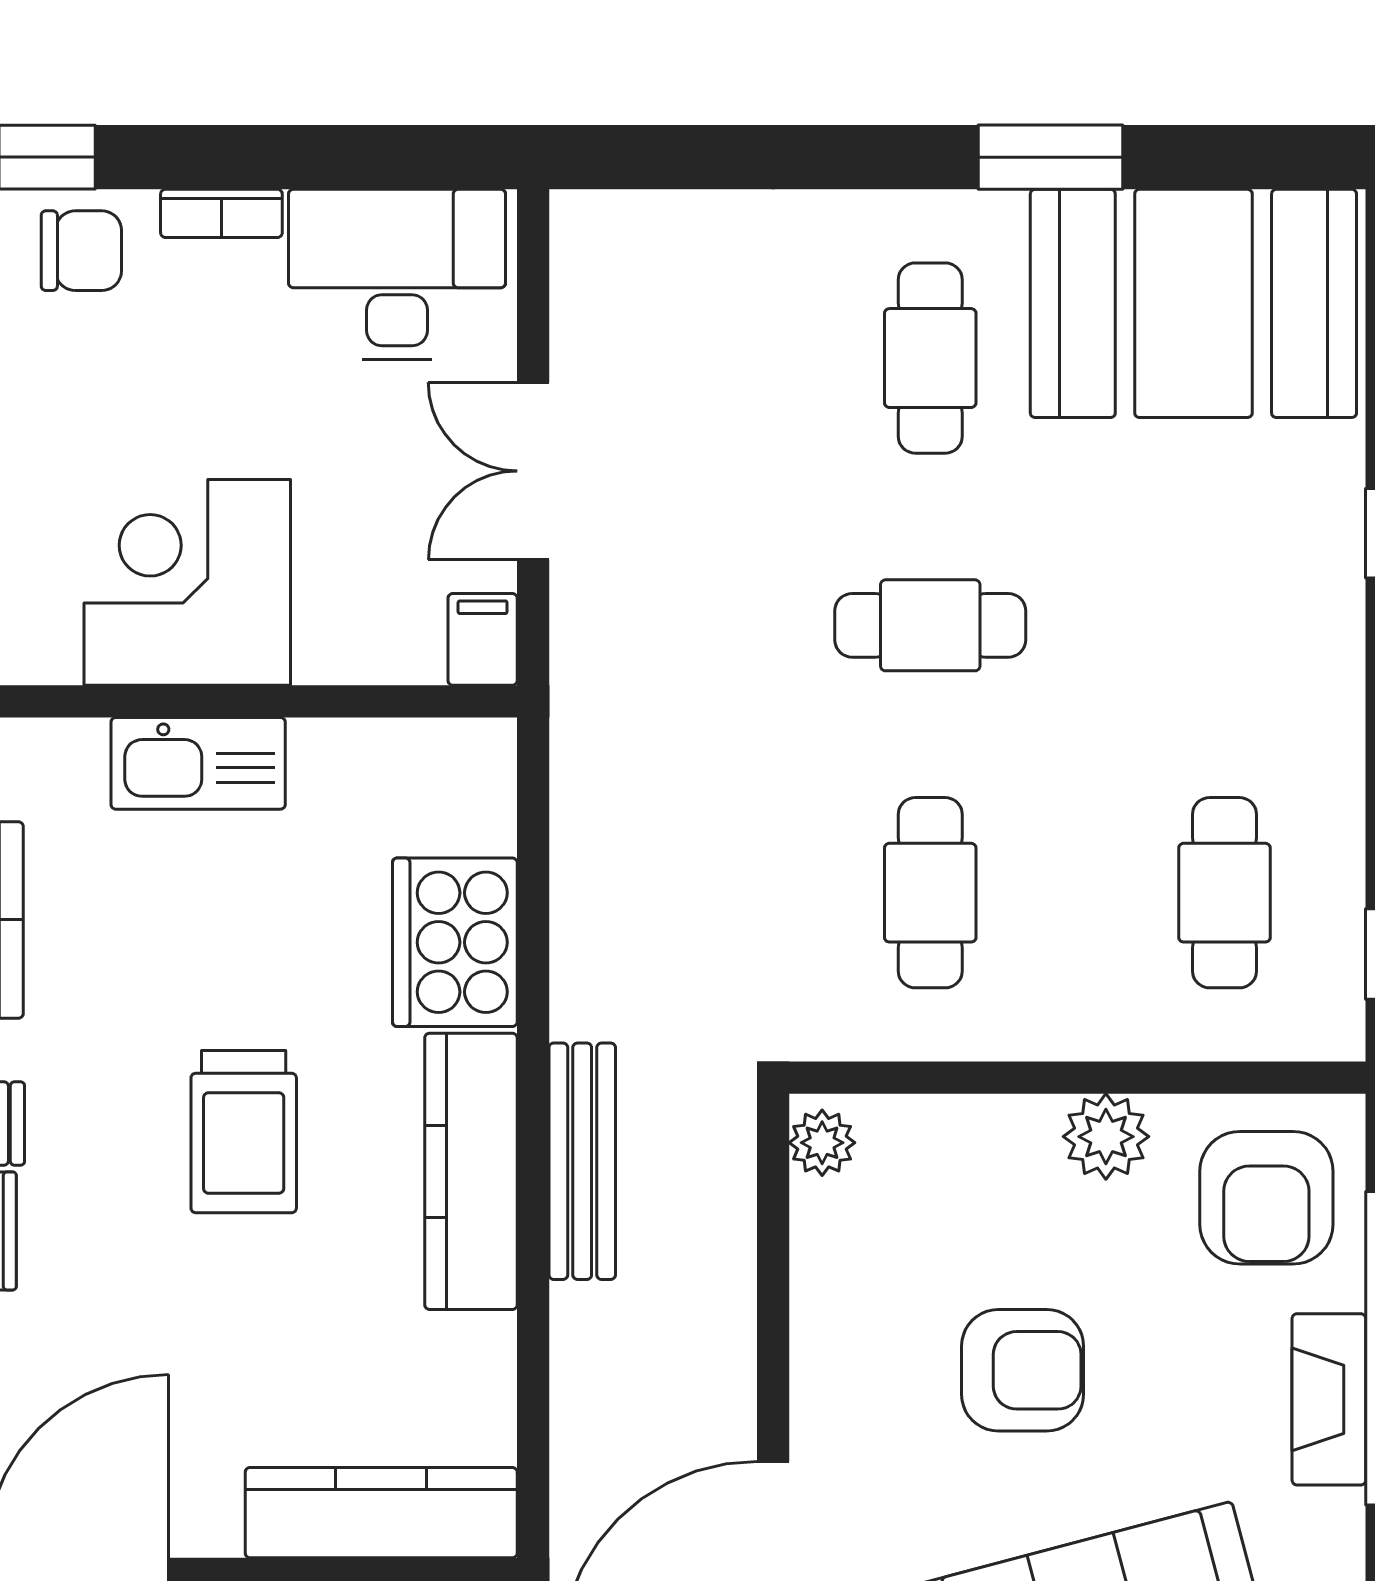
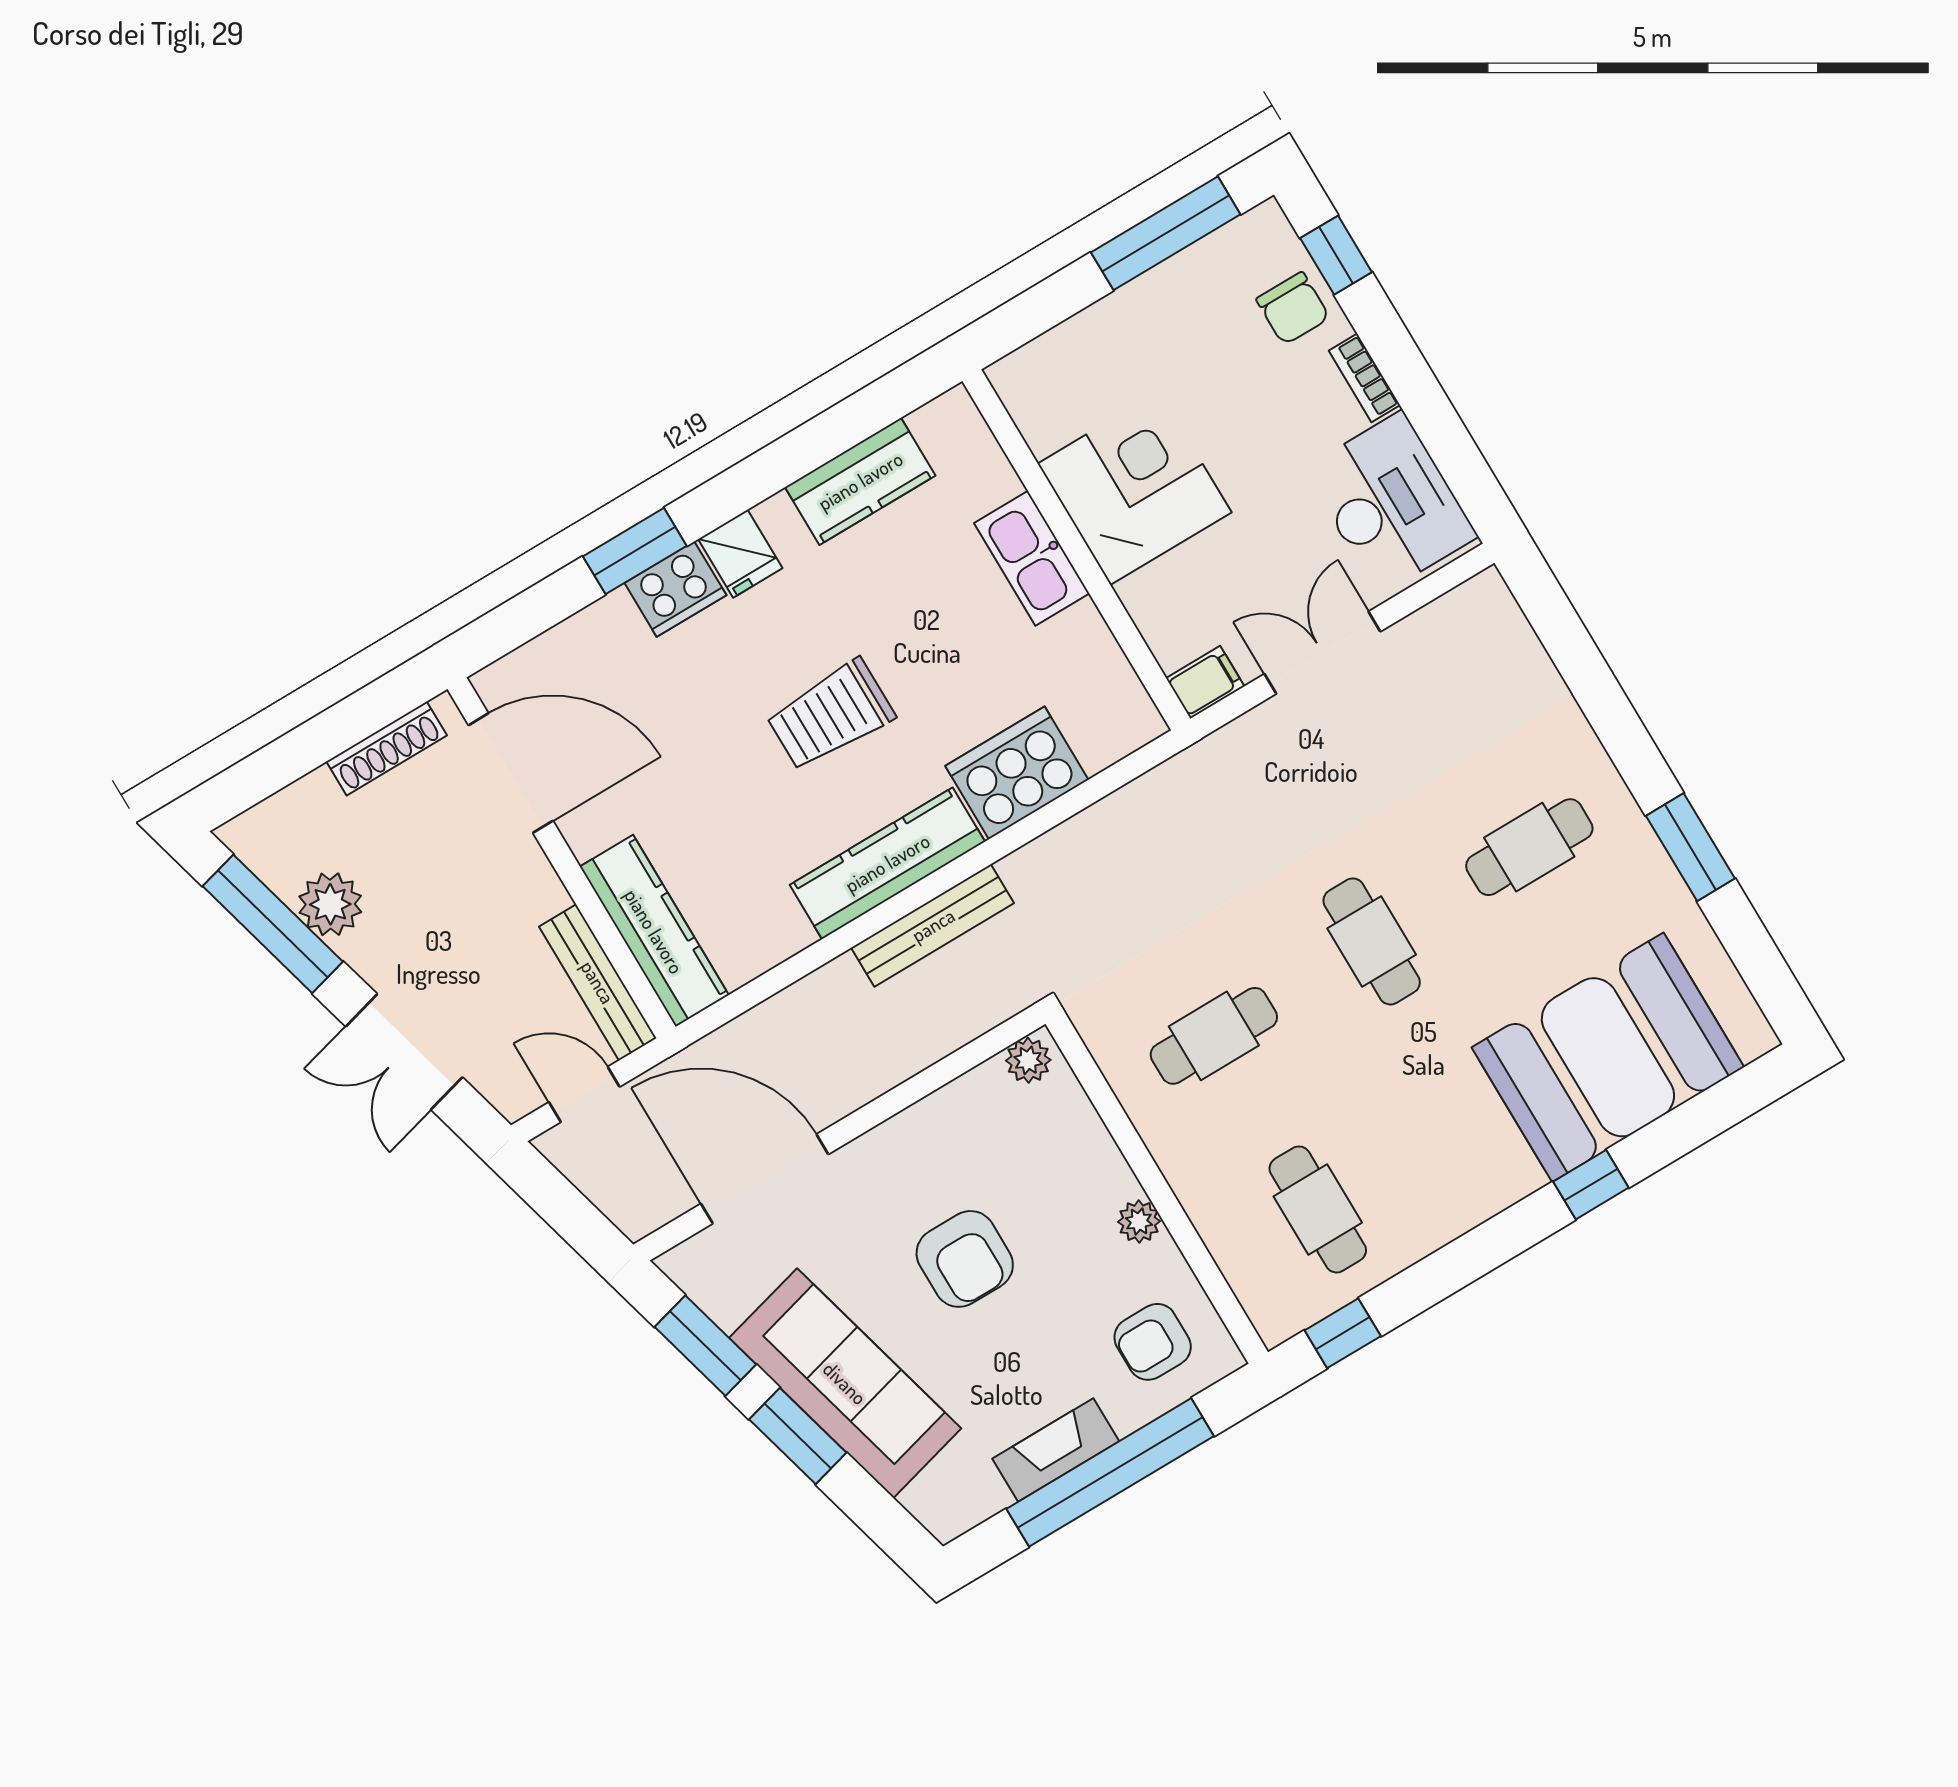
booth: (1193, 303) -> (1608, 1057), moved, turned 90
cafe table: (1224, 893) -> (1318, 1209), turned 90
plant: (1106, 1137) -> (1139, 1222), width x0.73, depth x0.73
armchair: (1266, 1198) -> (1153, 1342), width x0.72, depth x0.72

